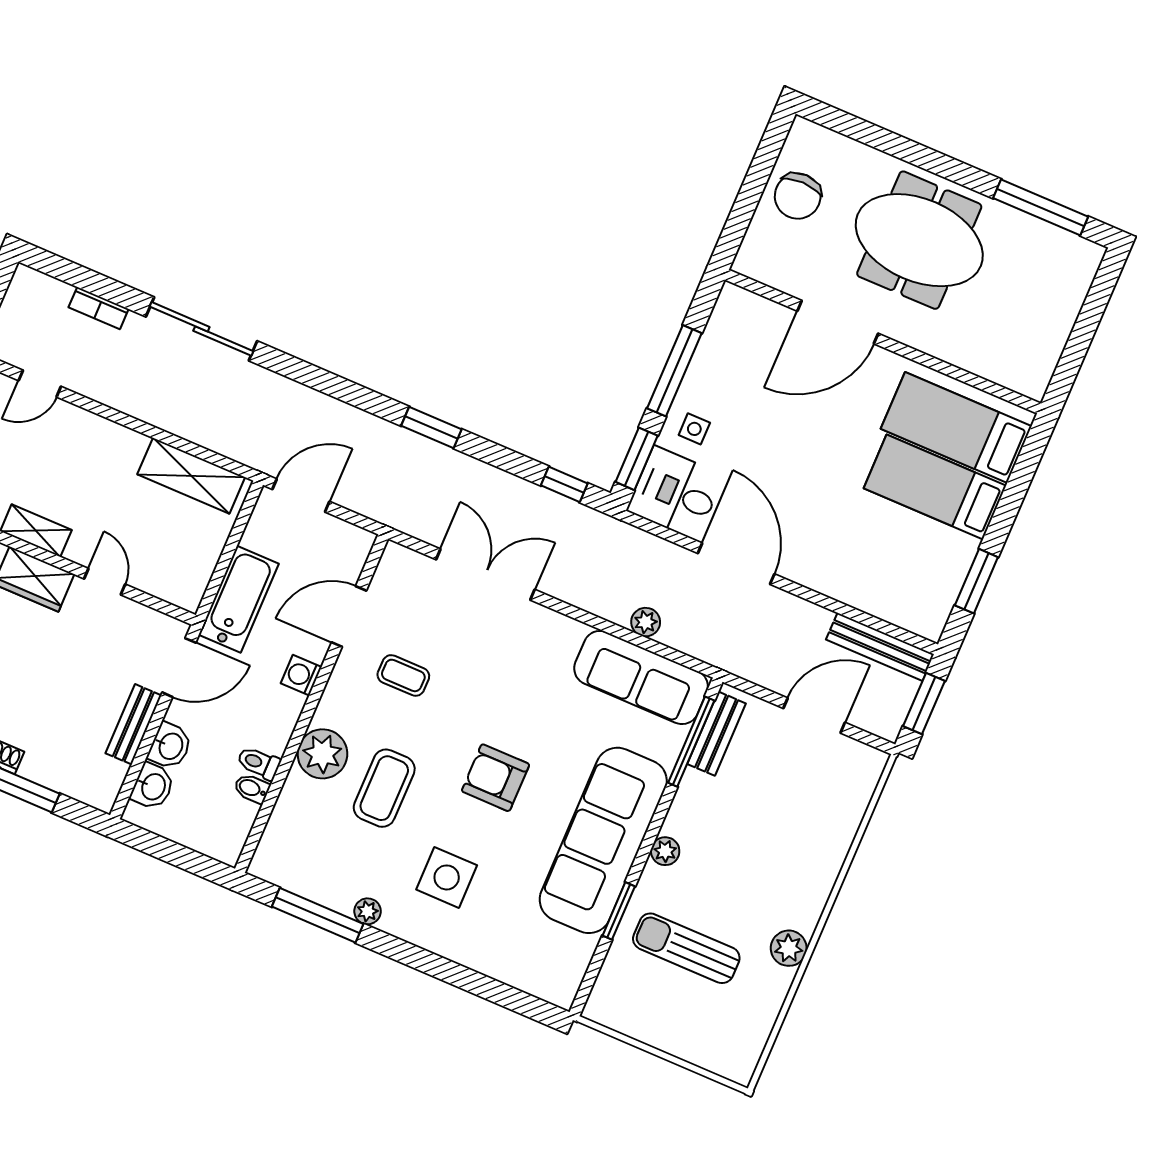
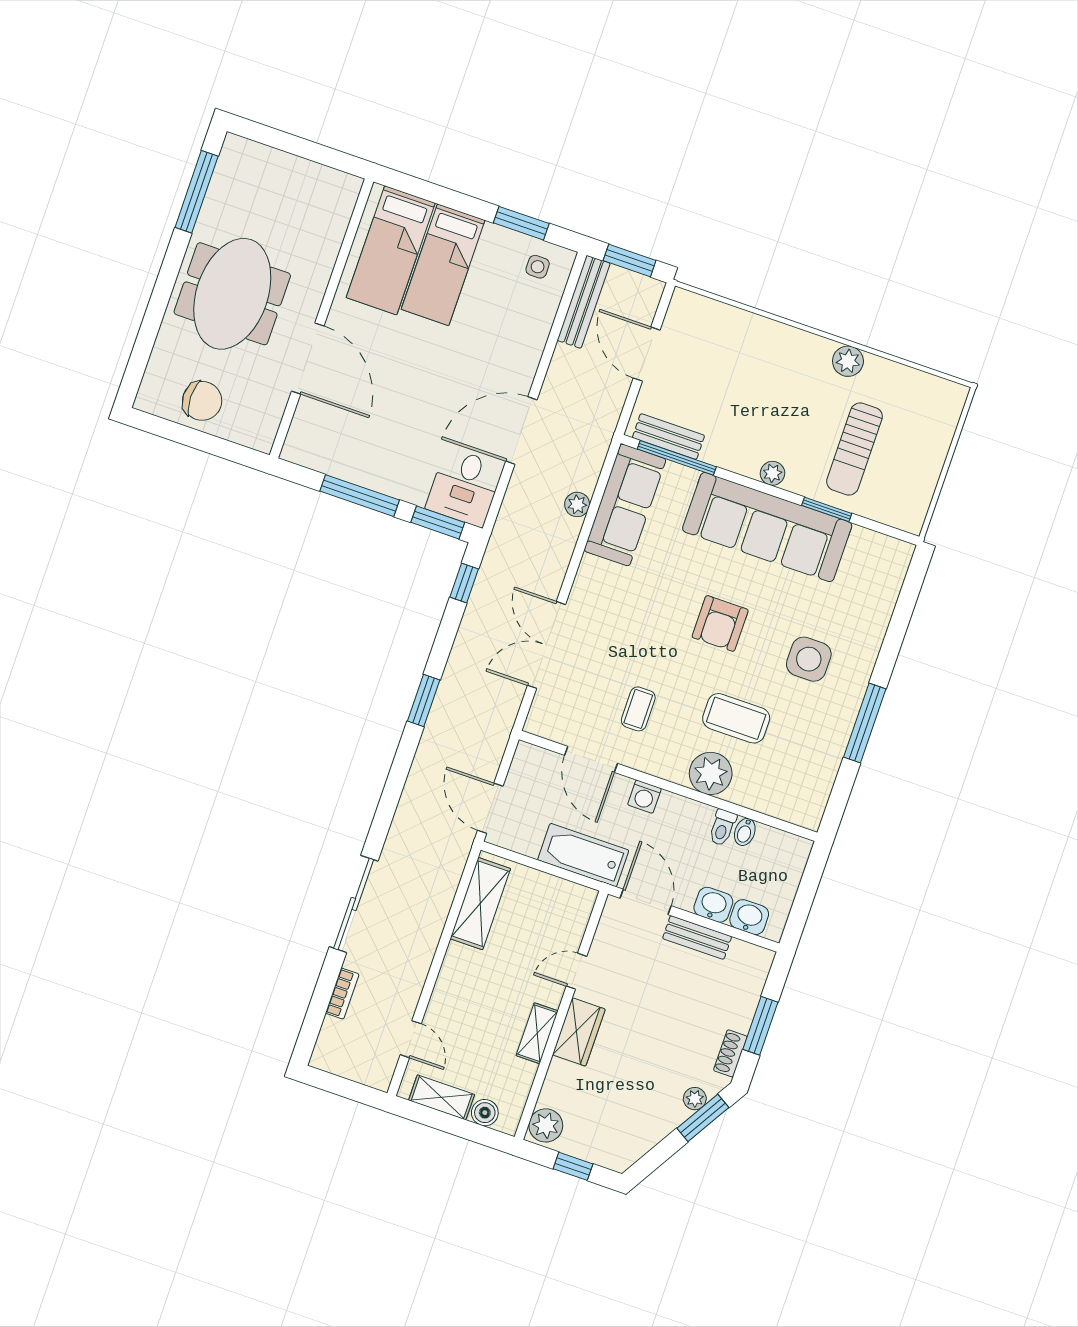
side table: (694, 429) -> (538, 267), moved
plant: (368, 911) -> (843, 725), removed
window: (318, 915) -> (865, 723), moved

